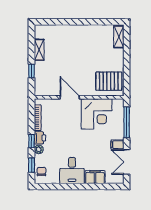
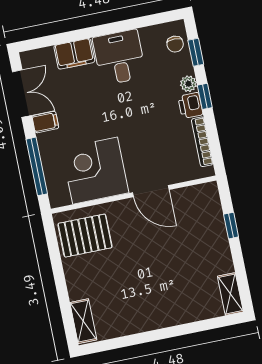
shelving: (39, 50) -> (230, 294), moved

